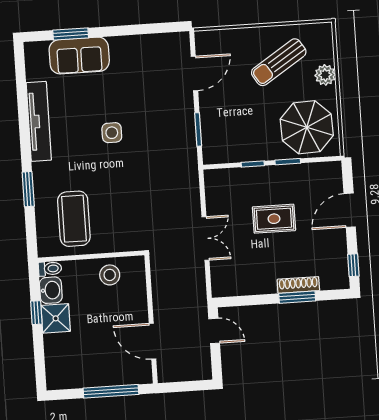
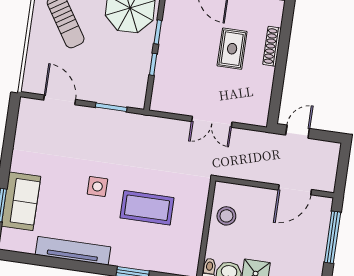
coffee table: (74, 219) -> (147, 208), moved
rug: (274, 219) -> (232, 49), moved
double door: (205, 239) -> (212, 122), swing flipped
window: (297, 297) -> (283, 50), removed

